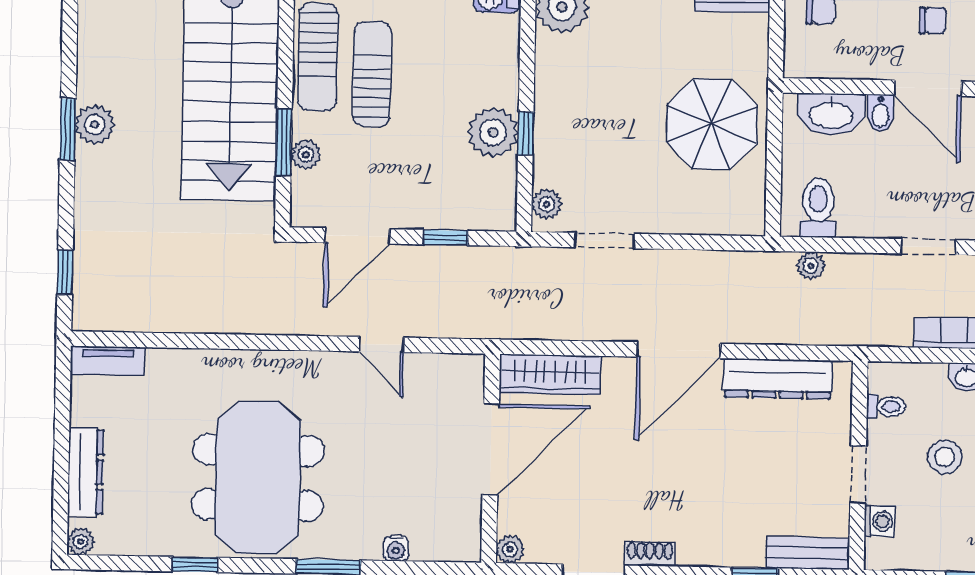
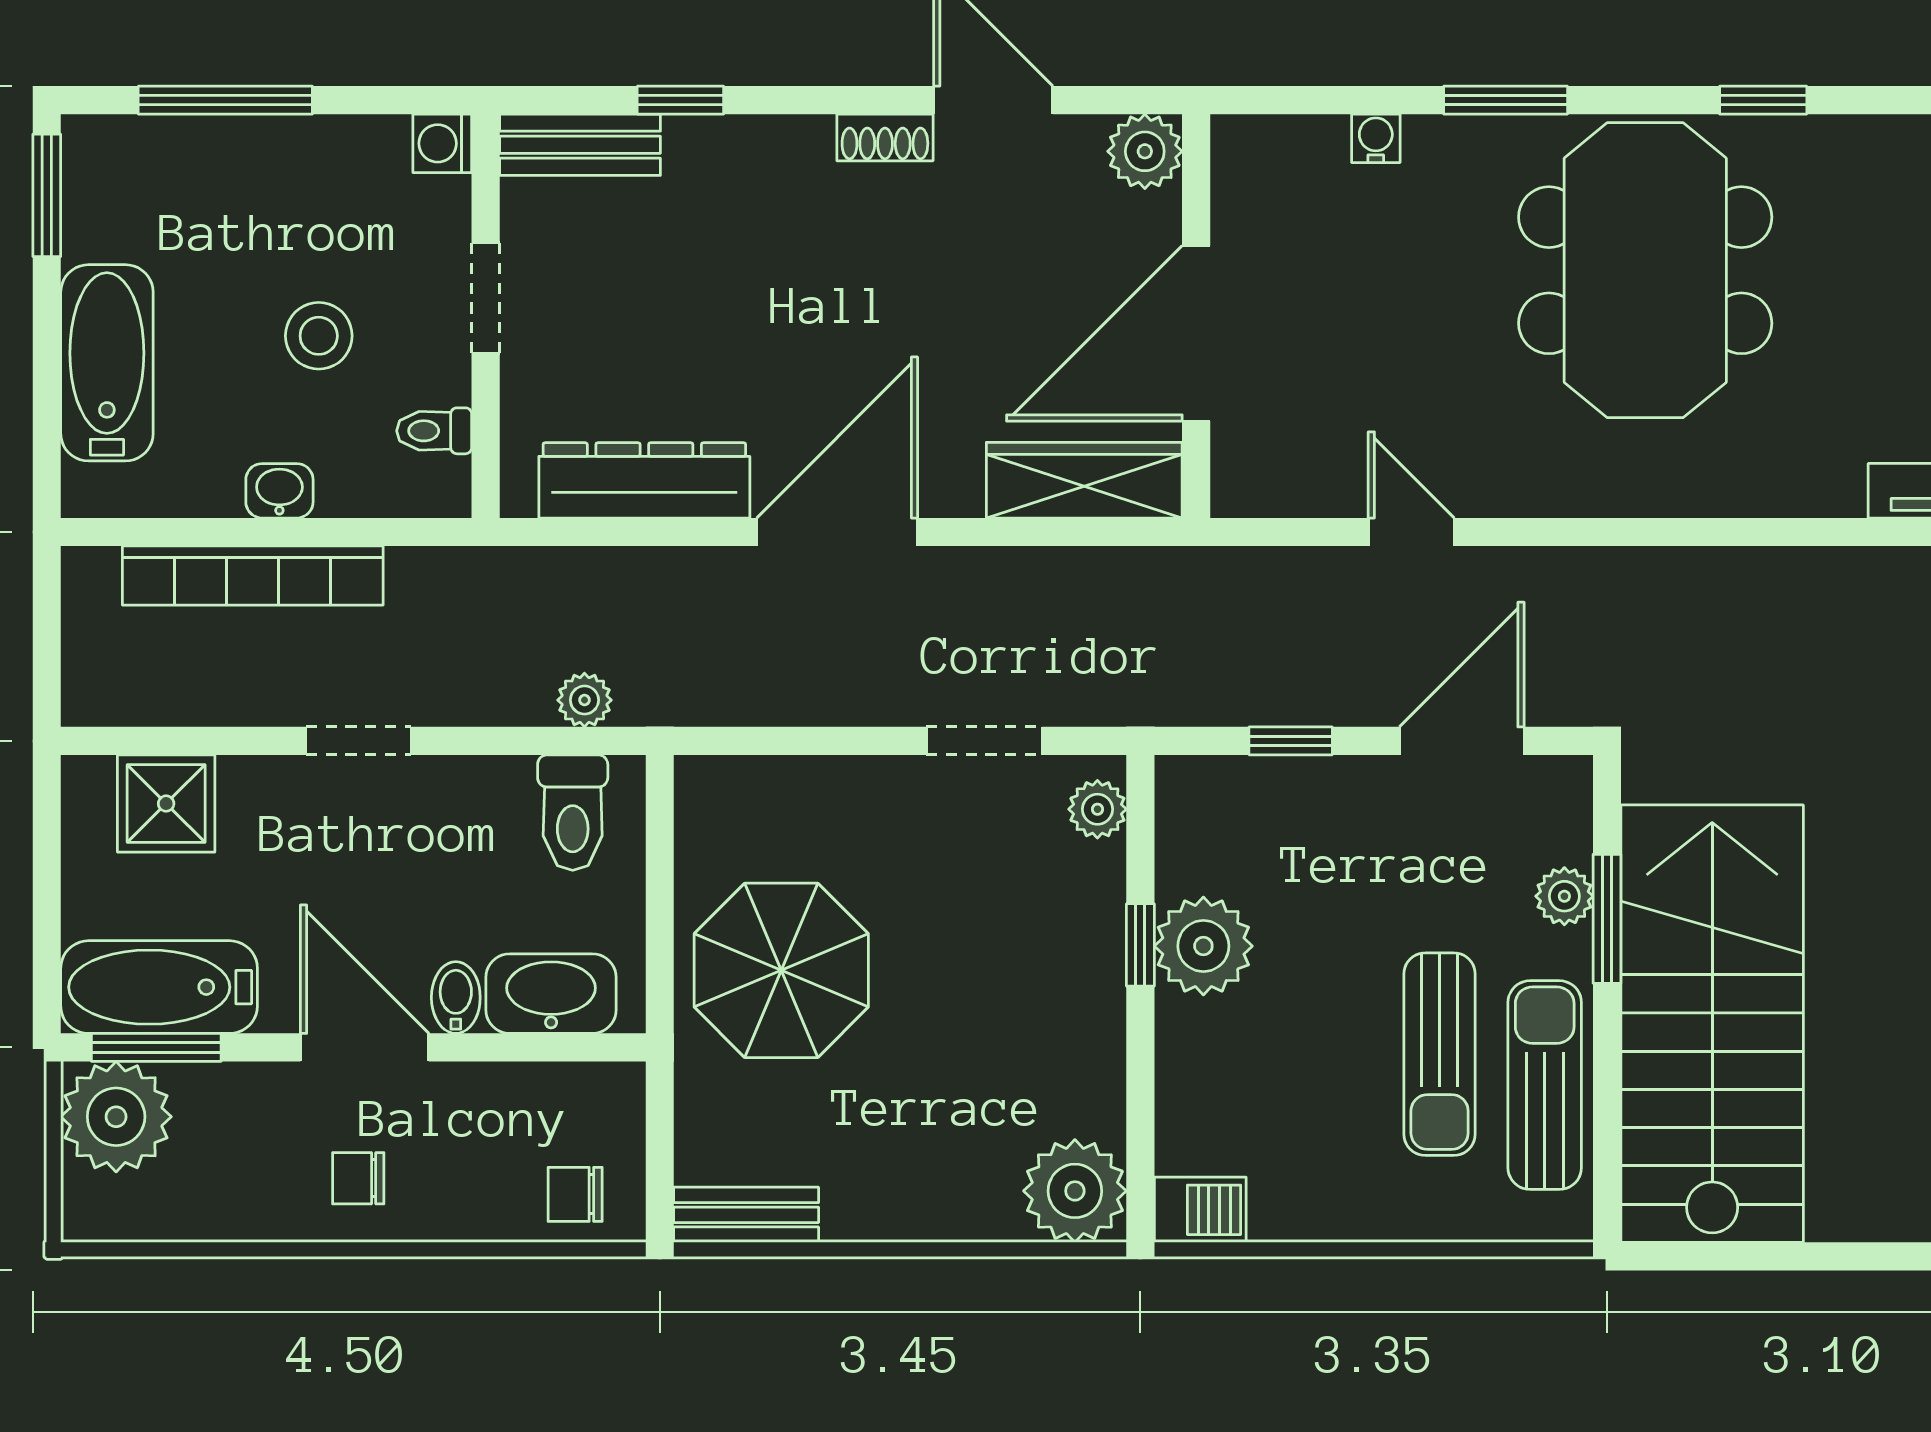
washing machine: (880, 521) -> (442, 143), moved
plant: (510, 549) -> (1145, 151), width x1.38, depth x1.38

